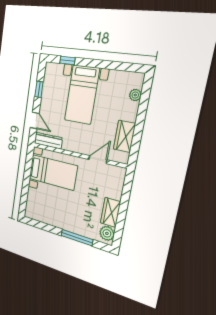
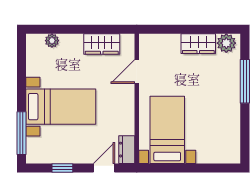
window: (67, 60) -> (21, 133), width x2.17
dresser: (48, 141) -> (127, 150), width x0.70
door: (98, 160) -> (137, 72), hinge flipped

